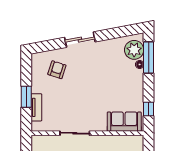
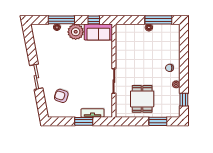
plant: (134, 50) -> (76, 32), moved
window: (149, 58) -> (61, 20), moved
sofa: (124, 122) -> (98, 32), moved, turned -90

